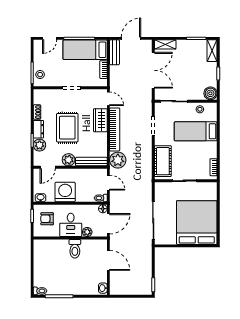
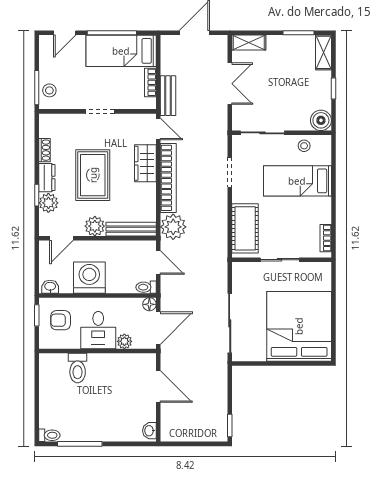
bench: (115, 52) -> (168, 96), moved
double door: (153, 70) -> (230, 84), width x0.73
toilet: (75, 249) -> (78, 368), moved

